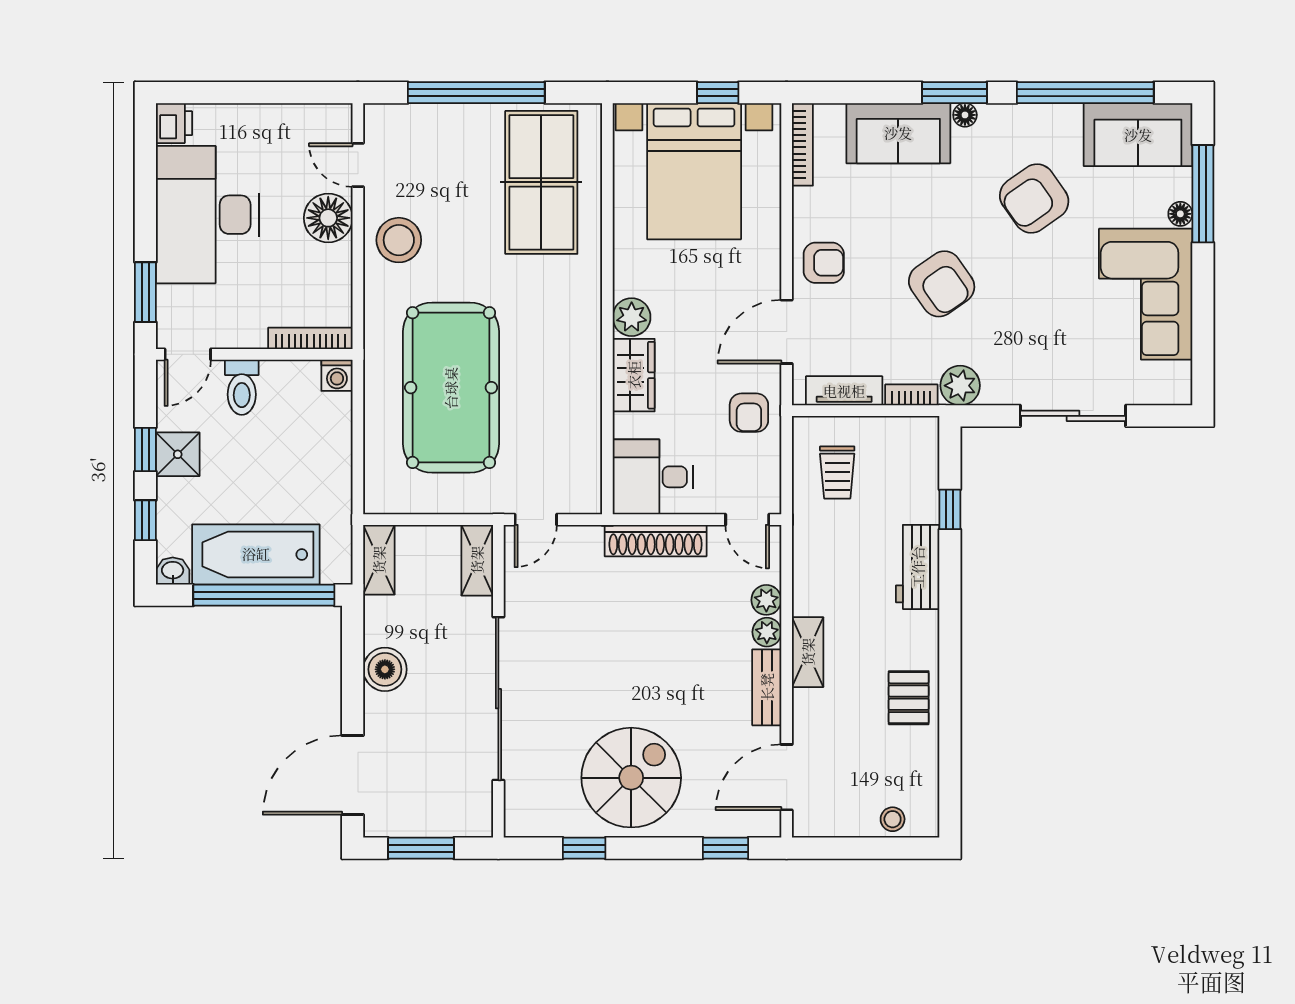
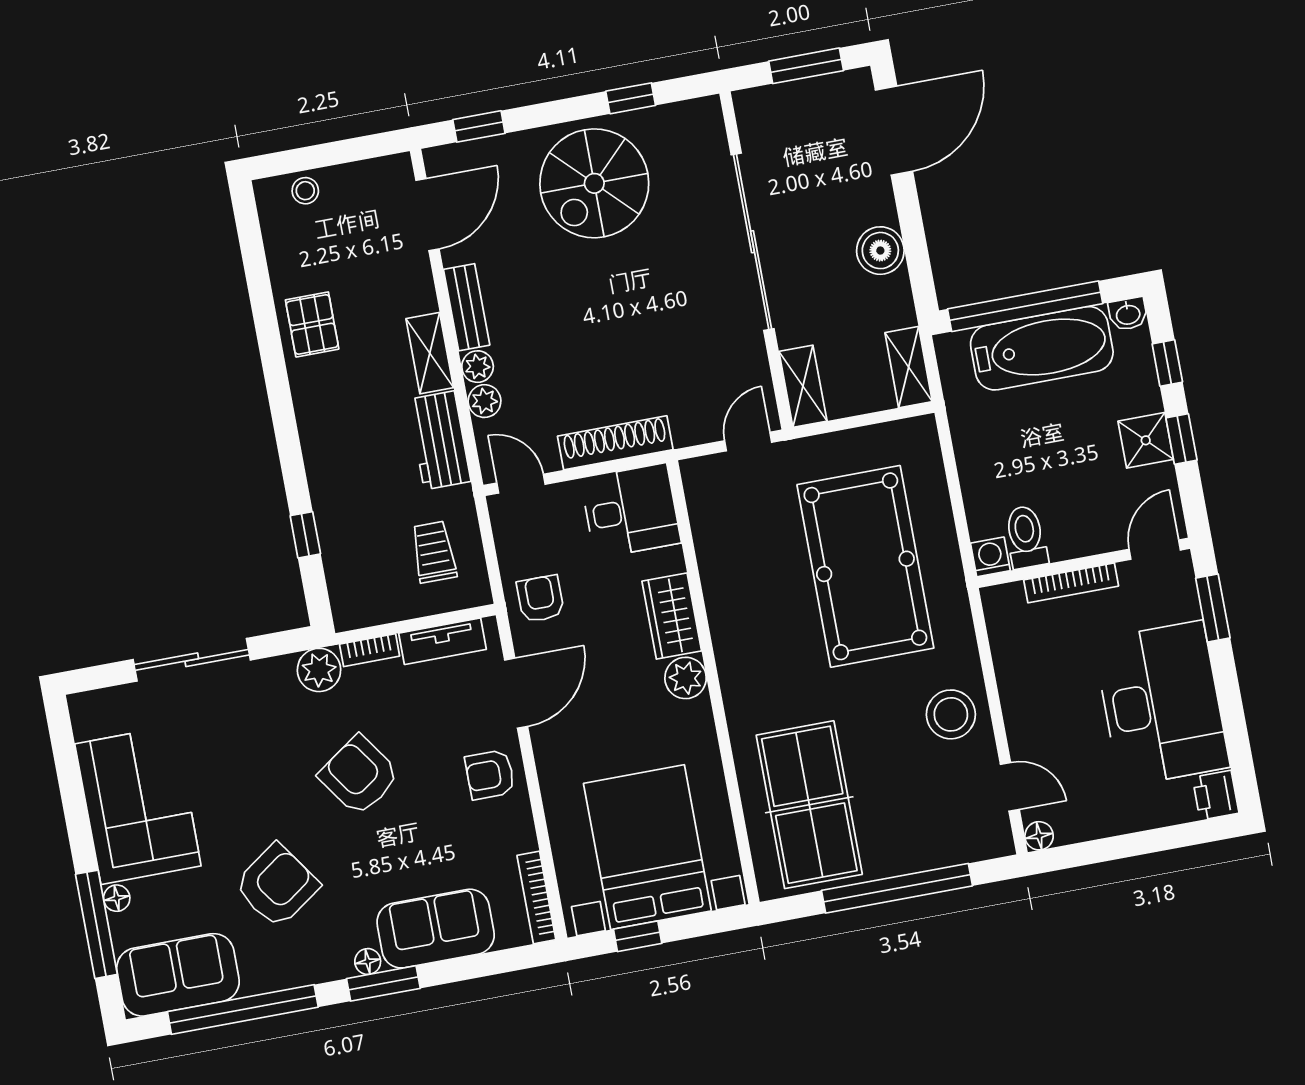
floor lamp: (328, 218) -> (1039, 836), moved, width x0.53, depth x0.53
bookcase: (310, 338) -> (1071, 583), moved
toilet: (242, 387) -> (1026, 537), moved
workbench: (918, 567) -> (439, 440), moved, turned 180

